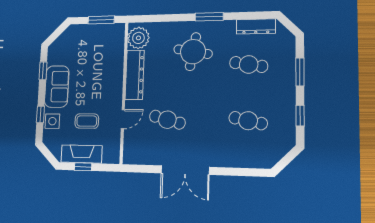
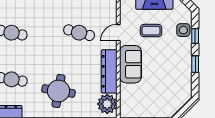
window: (43, 71) -> (195, 64), moved
sofa: (57, 87) -> (130, 64), moved, turned 180

